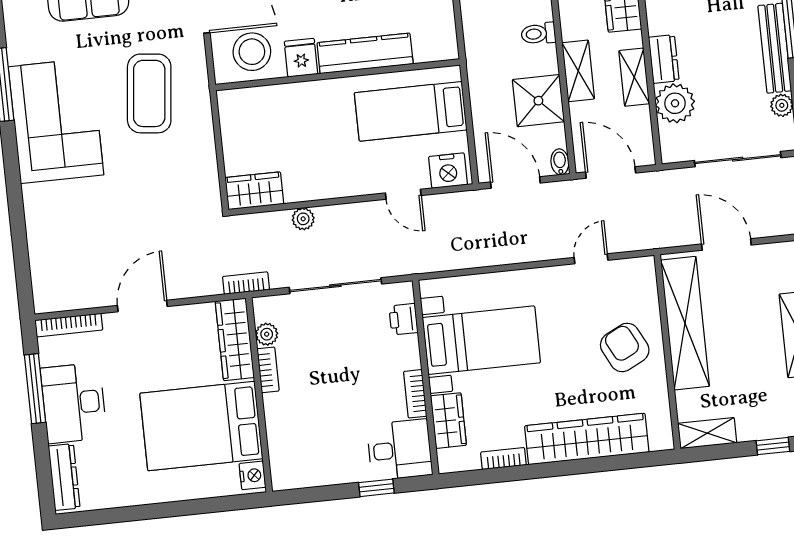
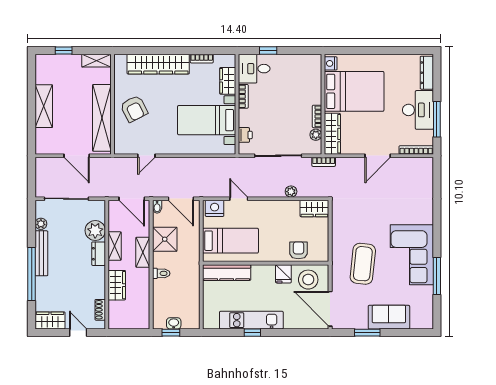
kitchen counter: (365, 53) -> (227, 273), moved
armchair: (277, 106) -> (298, 250), added

